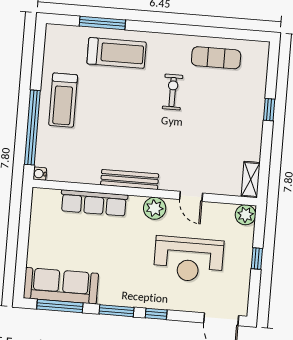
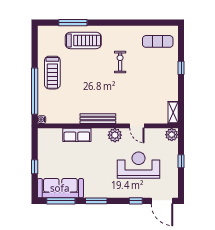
exercise mat: (216, 58) -> (158, 41), moved
row of seats: (94, 203) -> (77, 135), width x0.68
window: (22, 248) -> (35, 167), added
reception desk: (189, 259) -> (139, 165), turned 180
window: (156, 314) -> (136, 201), moved

